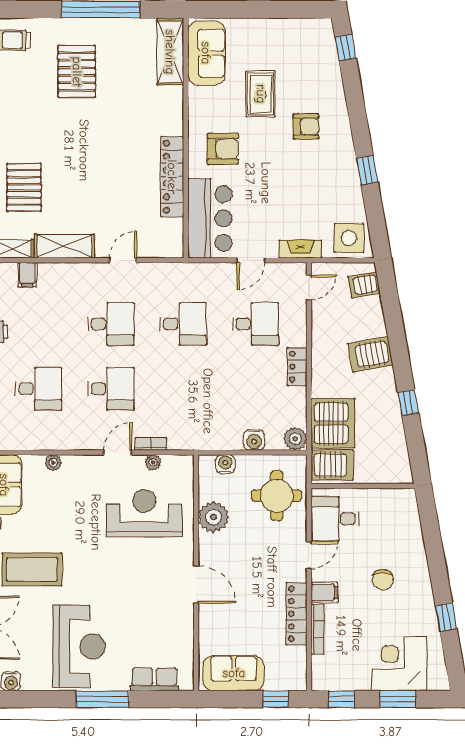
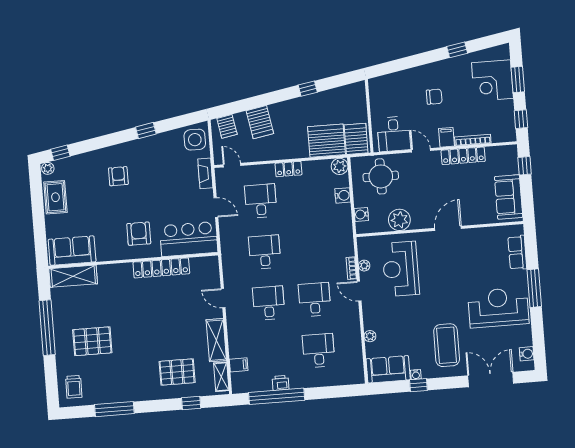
plant: (325, 28) -> (48, 168), added
rug: (261, 94) -> (55, 197), moved, turned 90
server rack: (370, 354) -> (260, 122), moved

